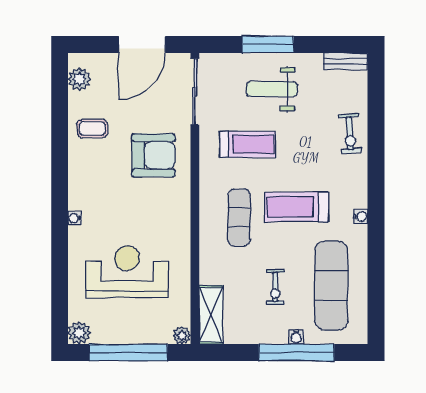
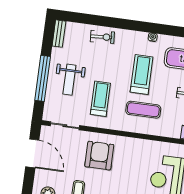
window: (268, 44) -> (43, 78), width x1.46
sliding door: (195, 92) -> (65, 126), width x0.73
treadmill: (297, 207) -> (142, 75), turned 180

